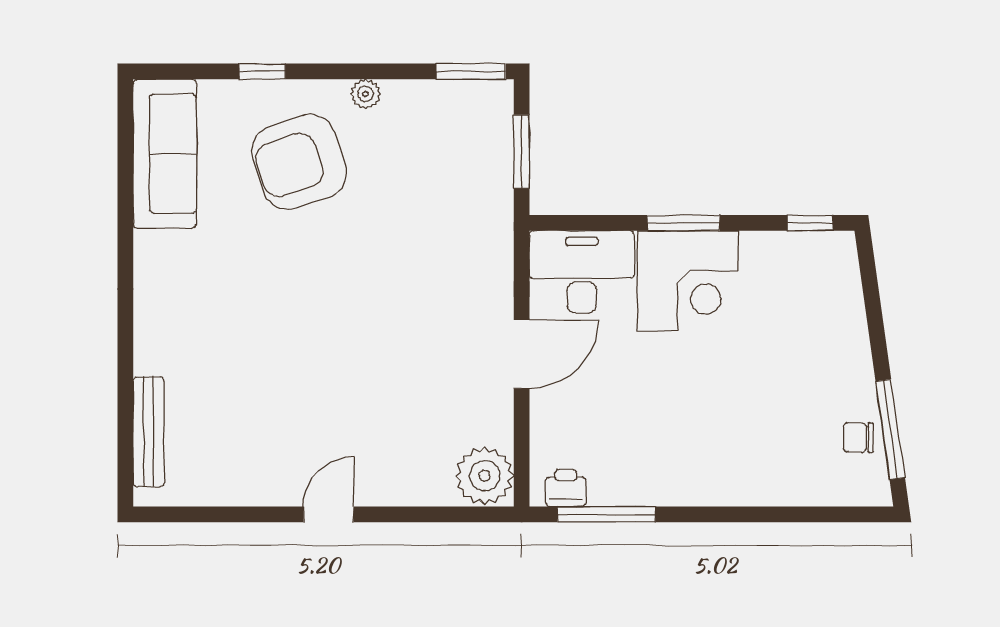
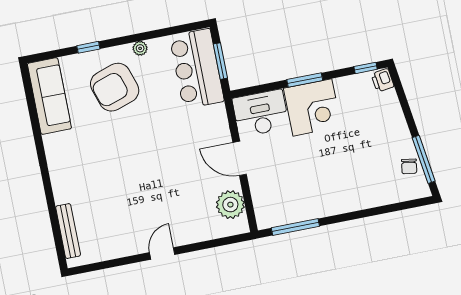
window: (471, 71) -> (188, 27), removed
bar counter: (471, 157) -> (197, 69), added
door: (522, 354) -> (240, 158), swing flipped
chair: (858, 438) -> (409, 166), turned -81
plant: (485, 476) -> (230, 205), moved
printer: (566, 488) -> (383, 80), moved, turned -98

